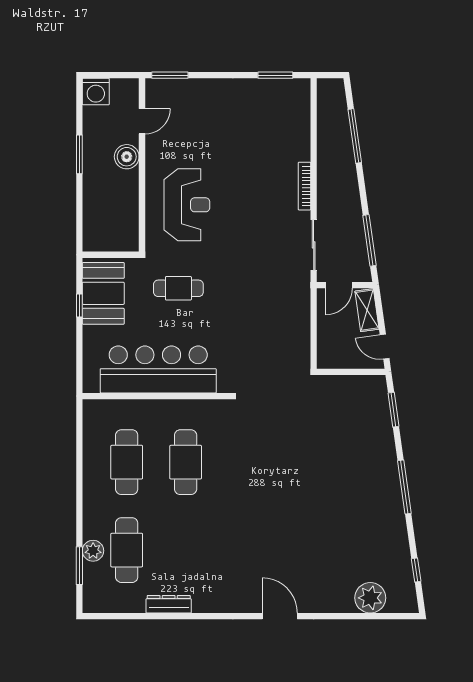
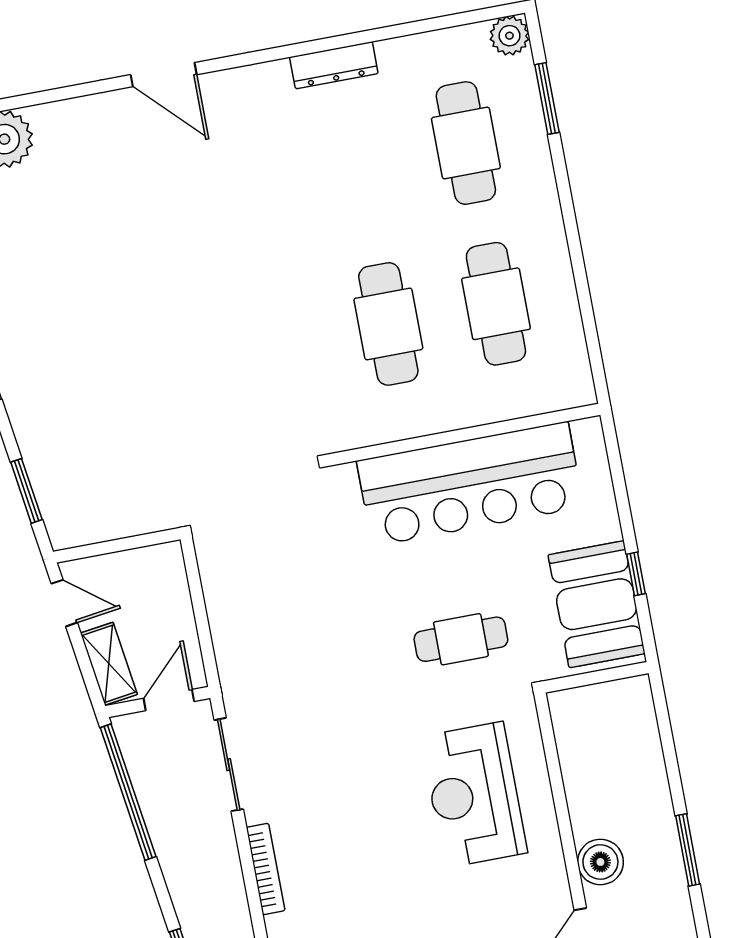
window: (370, 240) -> (128, 792), width x1.46
plant: (93, 551) -> (509, 36), moved
dresser: (169, 604) -> (334, 65), moved

